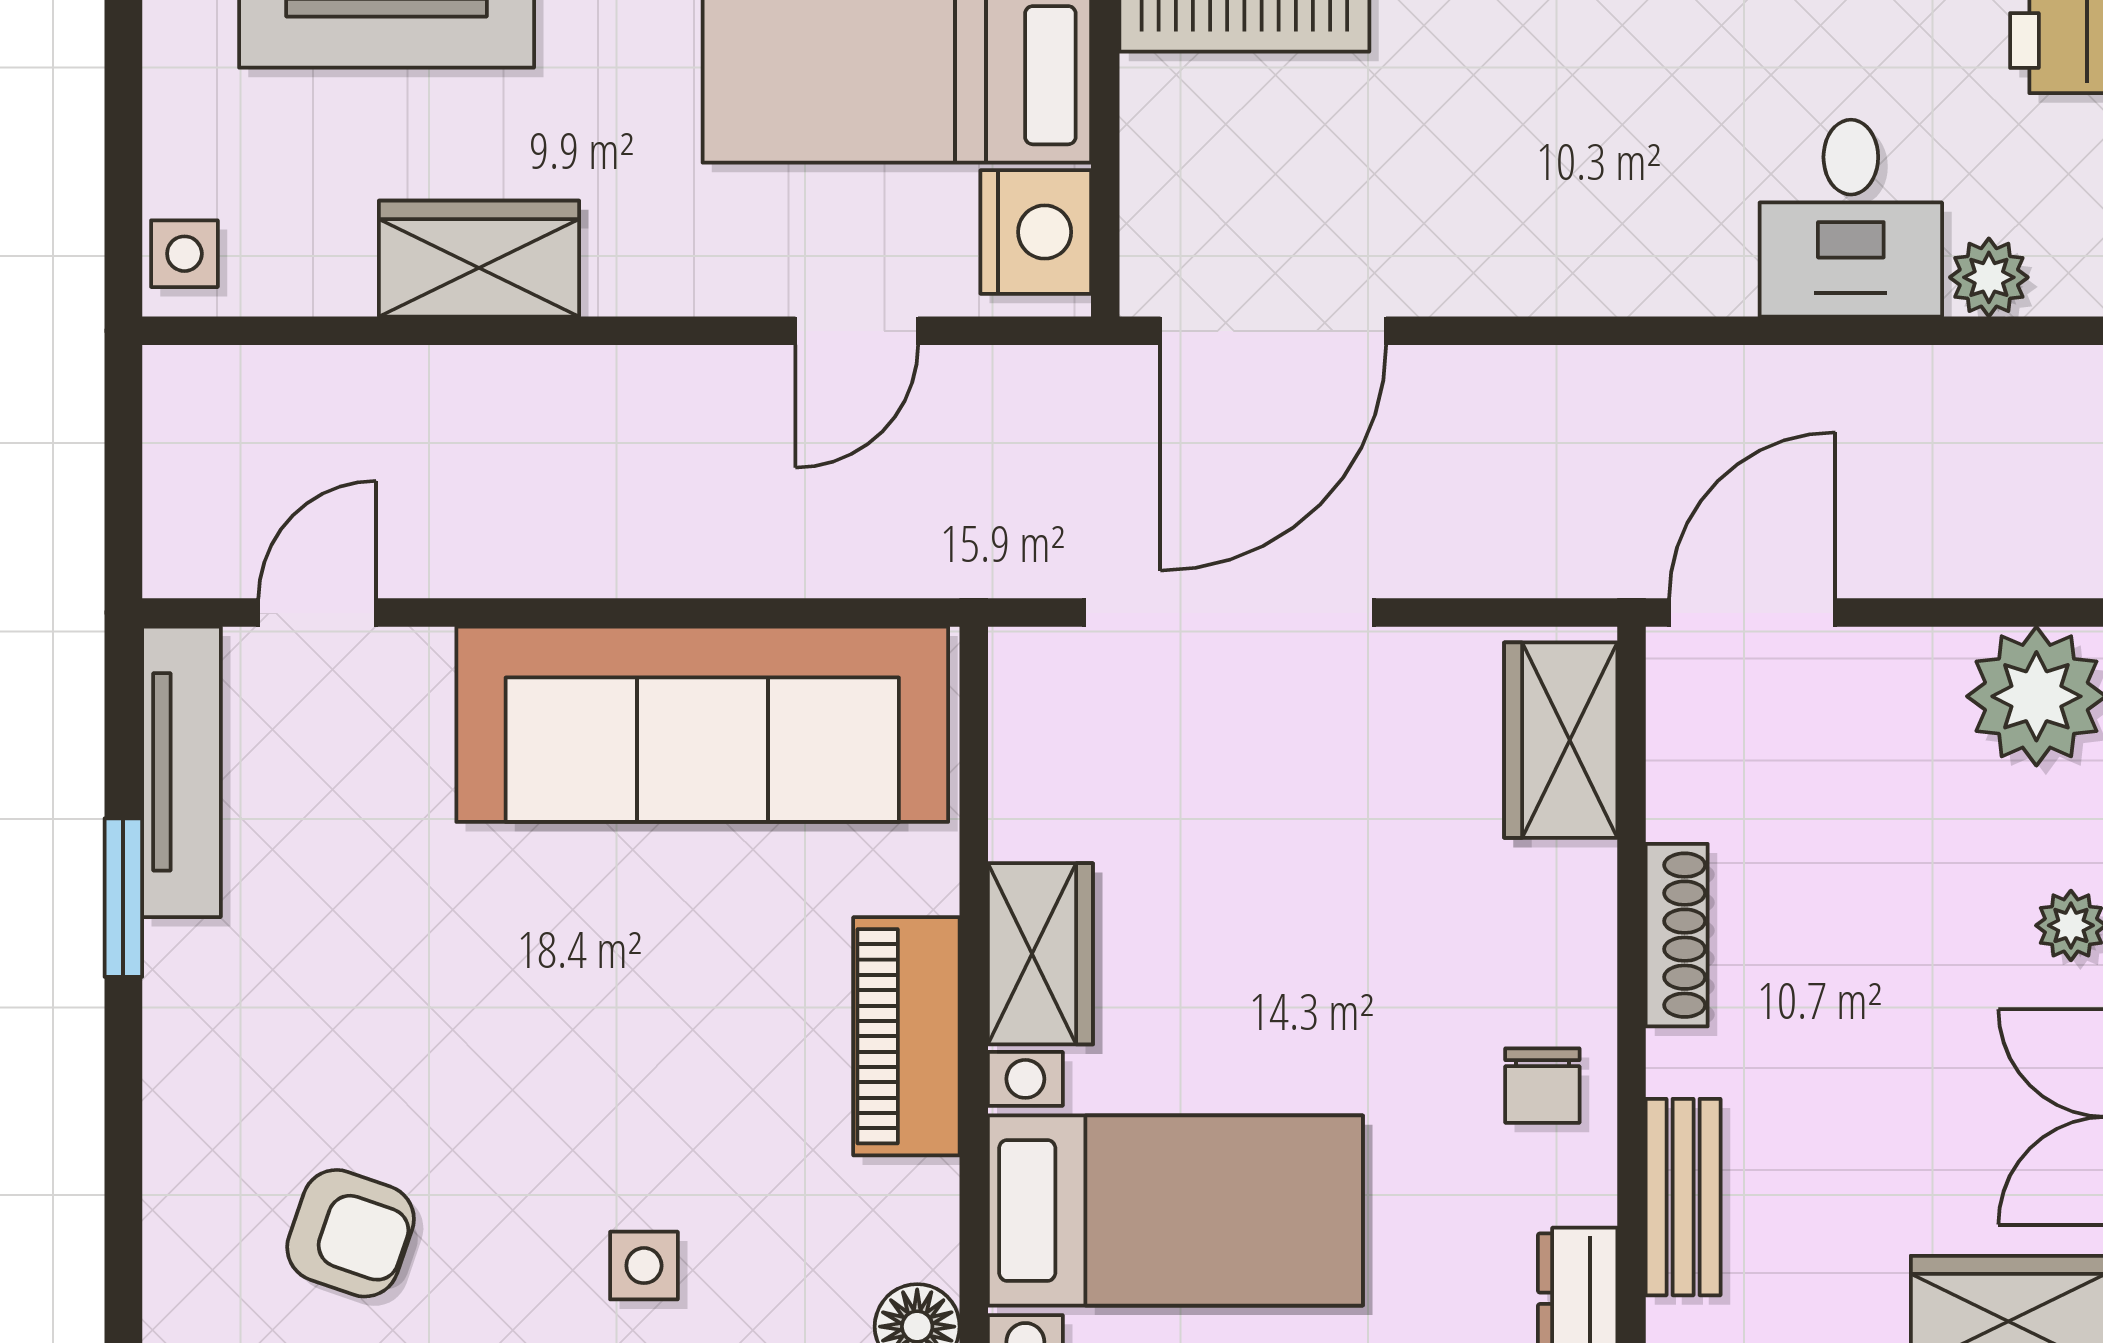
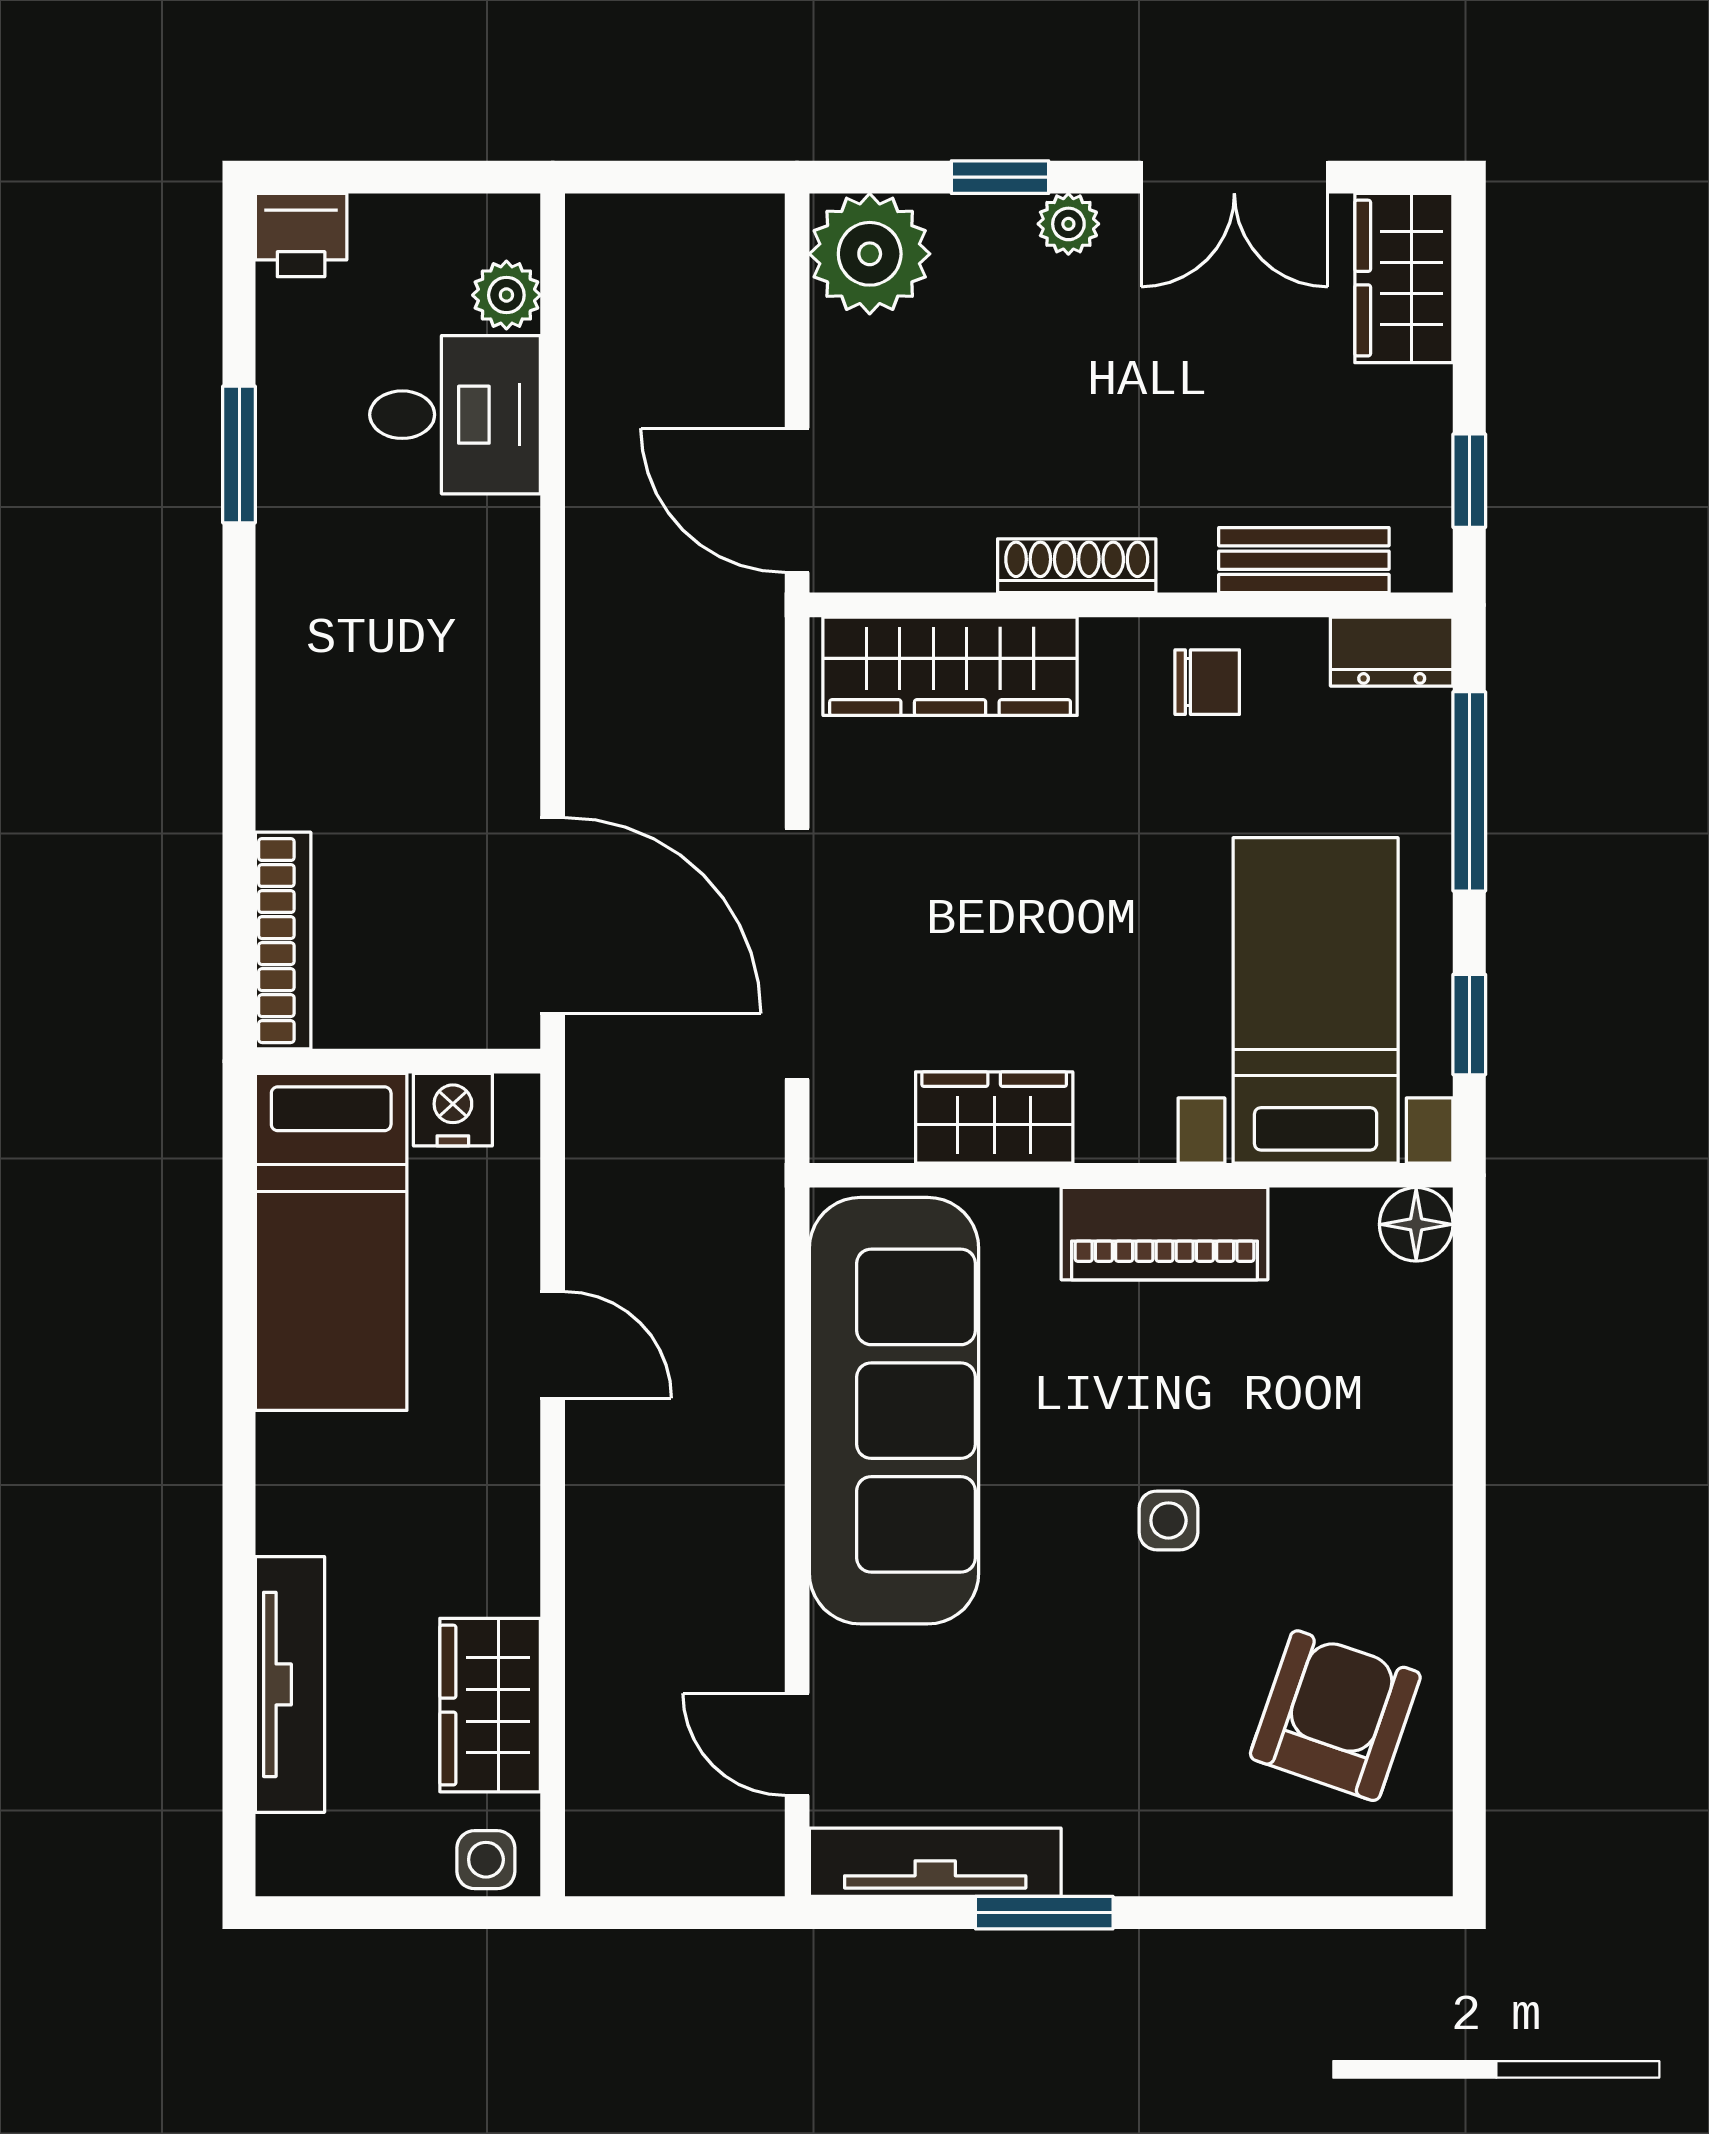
nightstand: (1036, 232) -> (453, 1110), width x0.74, depth x0.75
wardrobe: (479, 259) -> (490, 1705), moved
door: (857, 331) -> (553, 1345), moved
wardrobe: (1561, 740) -> (950, 666), width x1.50
wardrobe: (1040, 954) -> (994, 1117), moved
armchair: (351, 1233) -> (1335, 1716), width x1.38, depth x1.38
side table: (644, 1266) -> (1168, 1520), moved

